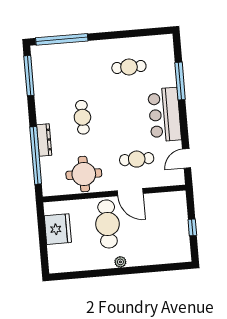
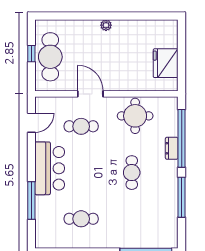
window: (29, 76) -> (182, 197), moved
dresser: (44, 140) -> (172, 148), width x0.70
cafe table: (108, 224) -> (50, 57), moved

